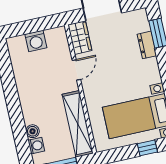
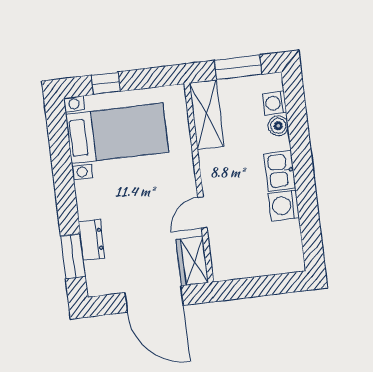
washing machine: (36, 41) -> (284, 206), moved, turned -90
kitchen sink: (29, 102) -> (280, 171), added
shelving: (78, 124) -> (207, 115), width x0.68

